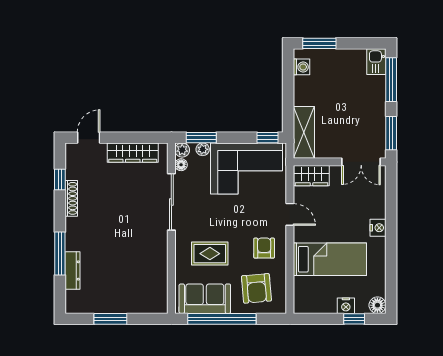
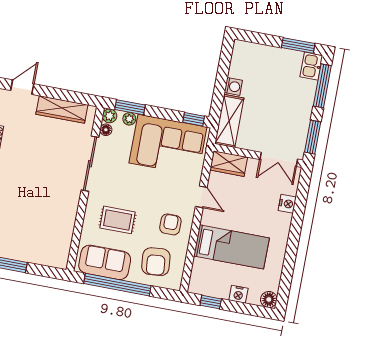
window: (319, 43) -> (298, 45), moved
washing machine: (301, 67) -> (233, 86), moved
nightstand: (378, 228) -> (287, 204), moved
window: (354, 319) -> (211, 302), moved

